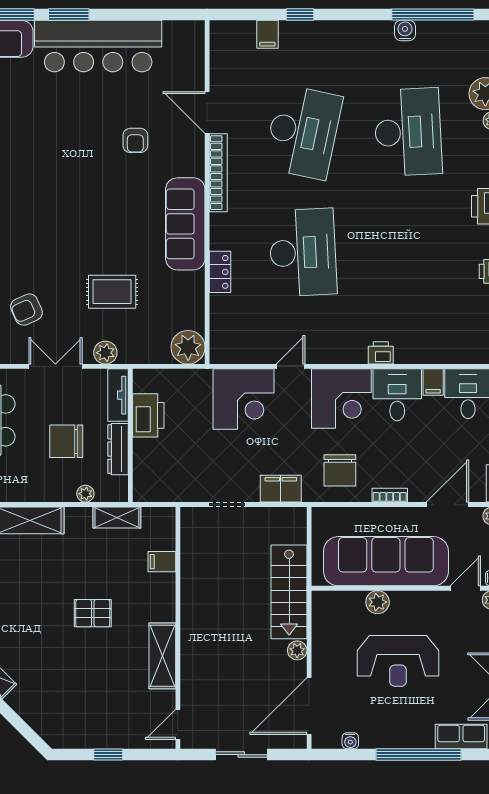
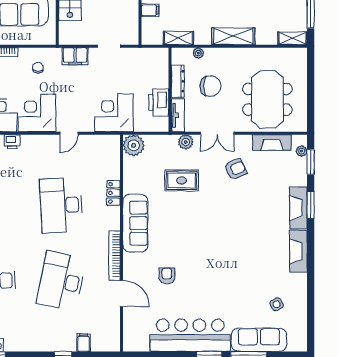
corner desk: (243, 399) -> (114, 113), moved
chair: (340, 470) -> (38, 68), width x0.54, depth x0.54

